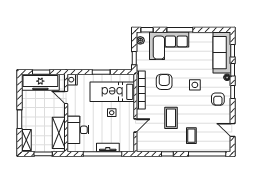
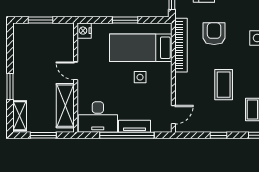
freezer: (40, 82) -> (39, 34), removed
door: (66, 97) -> (76, 71), moved
door: (135, 125) -> (173, 115), moved
desk: (78, 130) -> (98, 117), moved, turned -90

